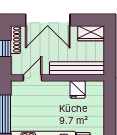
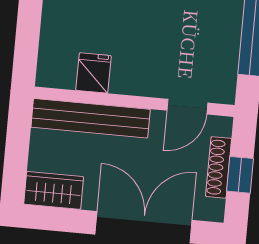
shoe rack: (15, 40) -> (219, 167), moved

